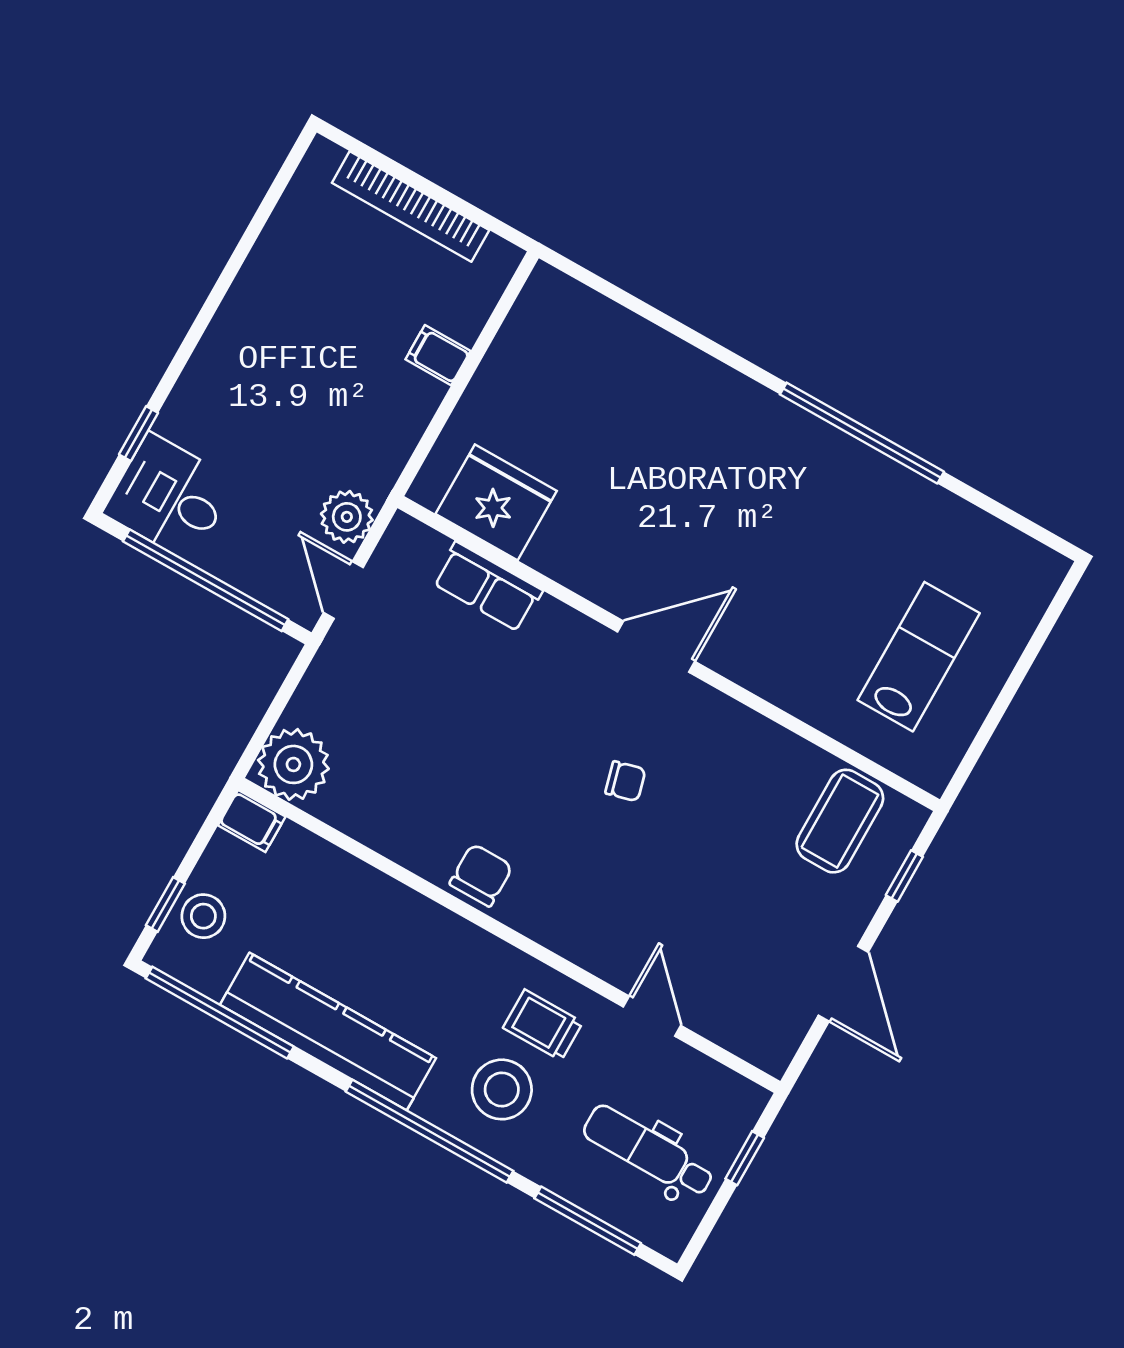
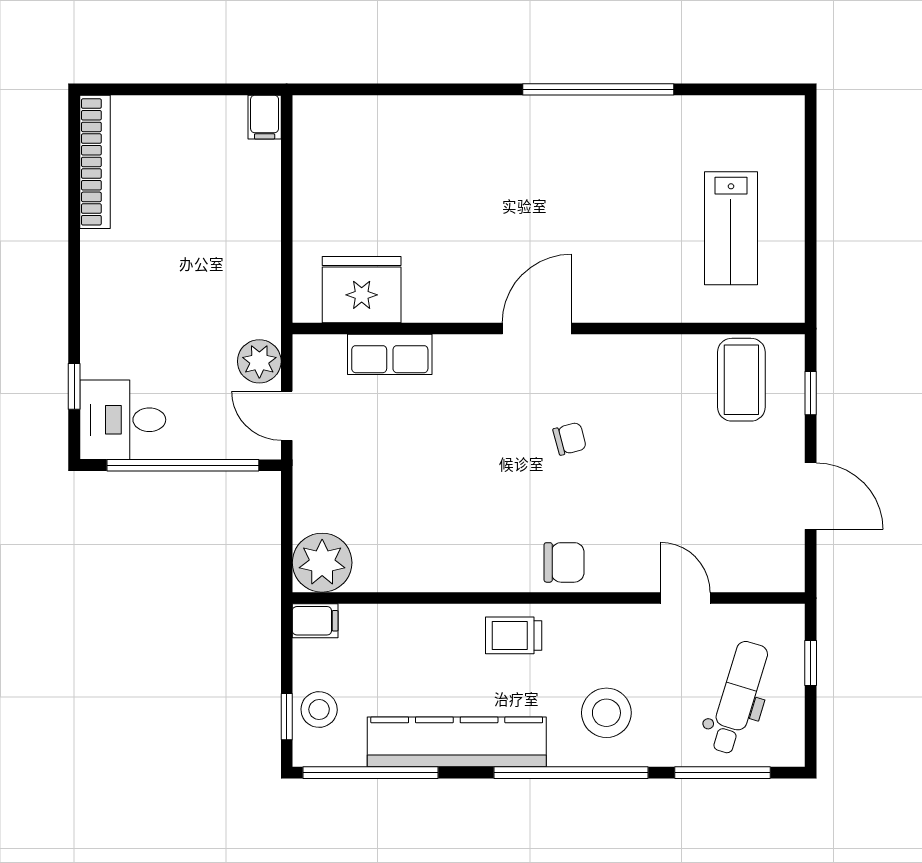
bookcase: (411, 206) -> (95, 162), moved, turned -90
filing cabinet: (438, 355) -> (265, 117), moved, turned -90
lab bench: (919, 657) -> (731, 228), turned 180
chair: (481, 875) -> (564, 562), moved, turned 90
trolley: (543, 1025) -> (514, 635), moved
dental chair: (649, 1151) -> (738, 698), turned 107

